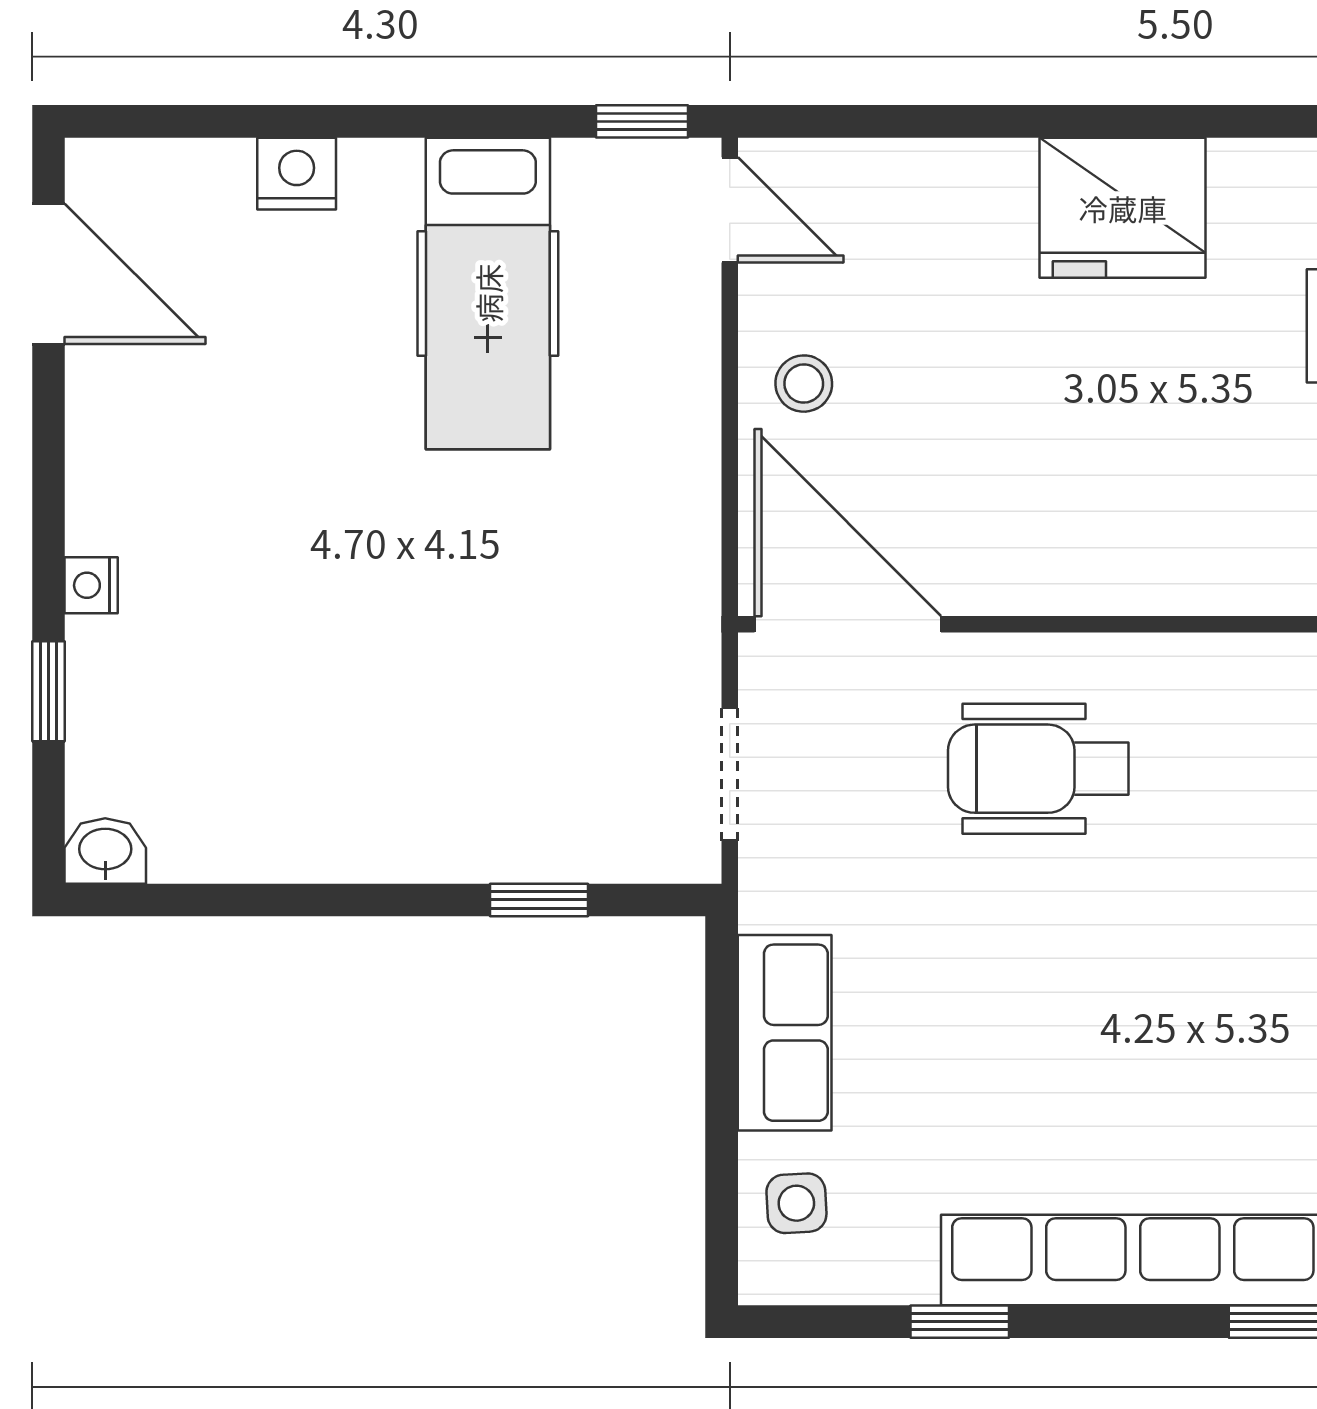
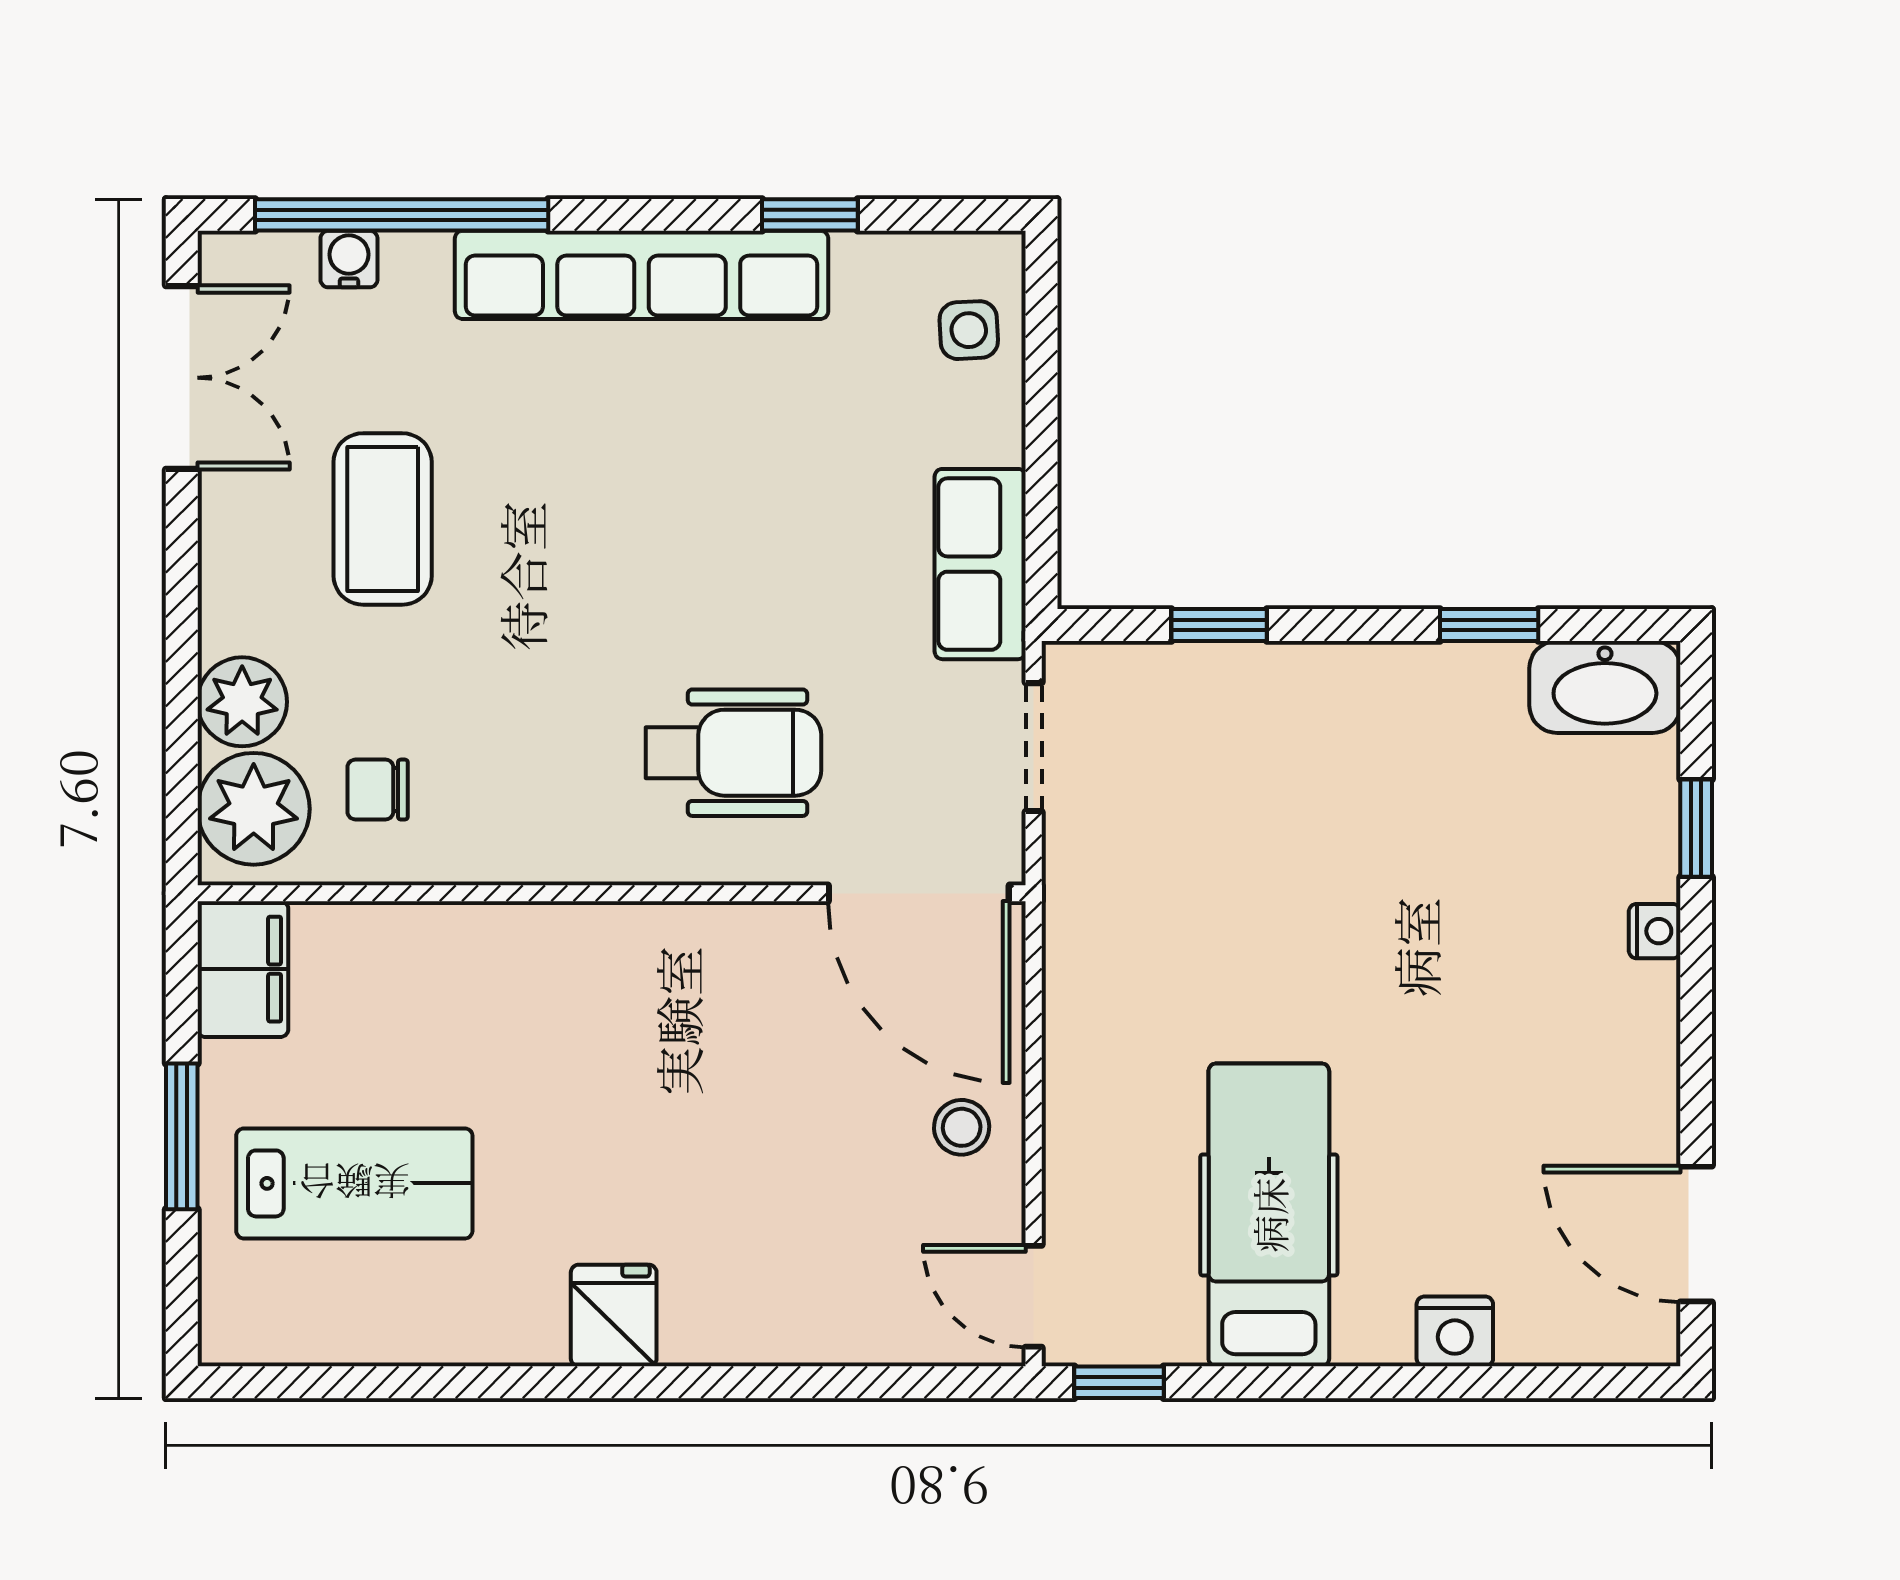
fridge: (1123, 208) -> (614, 1315), width x0.53, depth x0.75
washbasin: (105, 851) -> (1605, 687), width x1.91, depth x1.45
window: (261, 900) -> (1489, 625), added
row of seats: (785, 1033) -> (980, 564), moved

